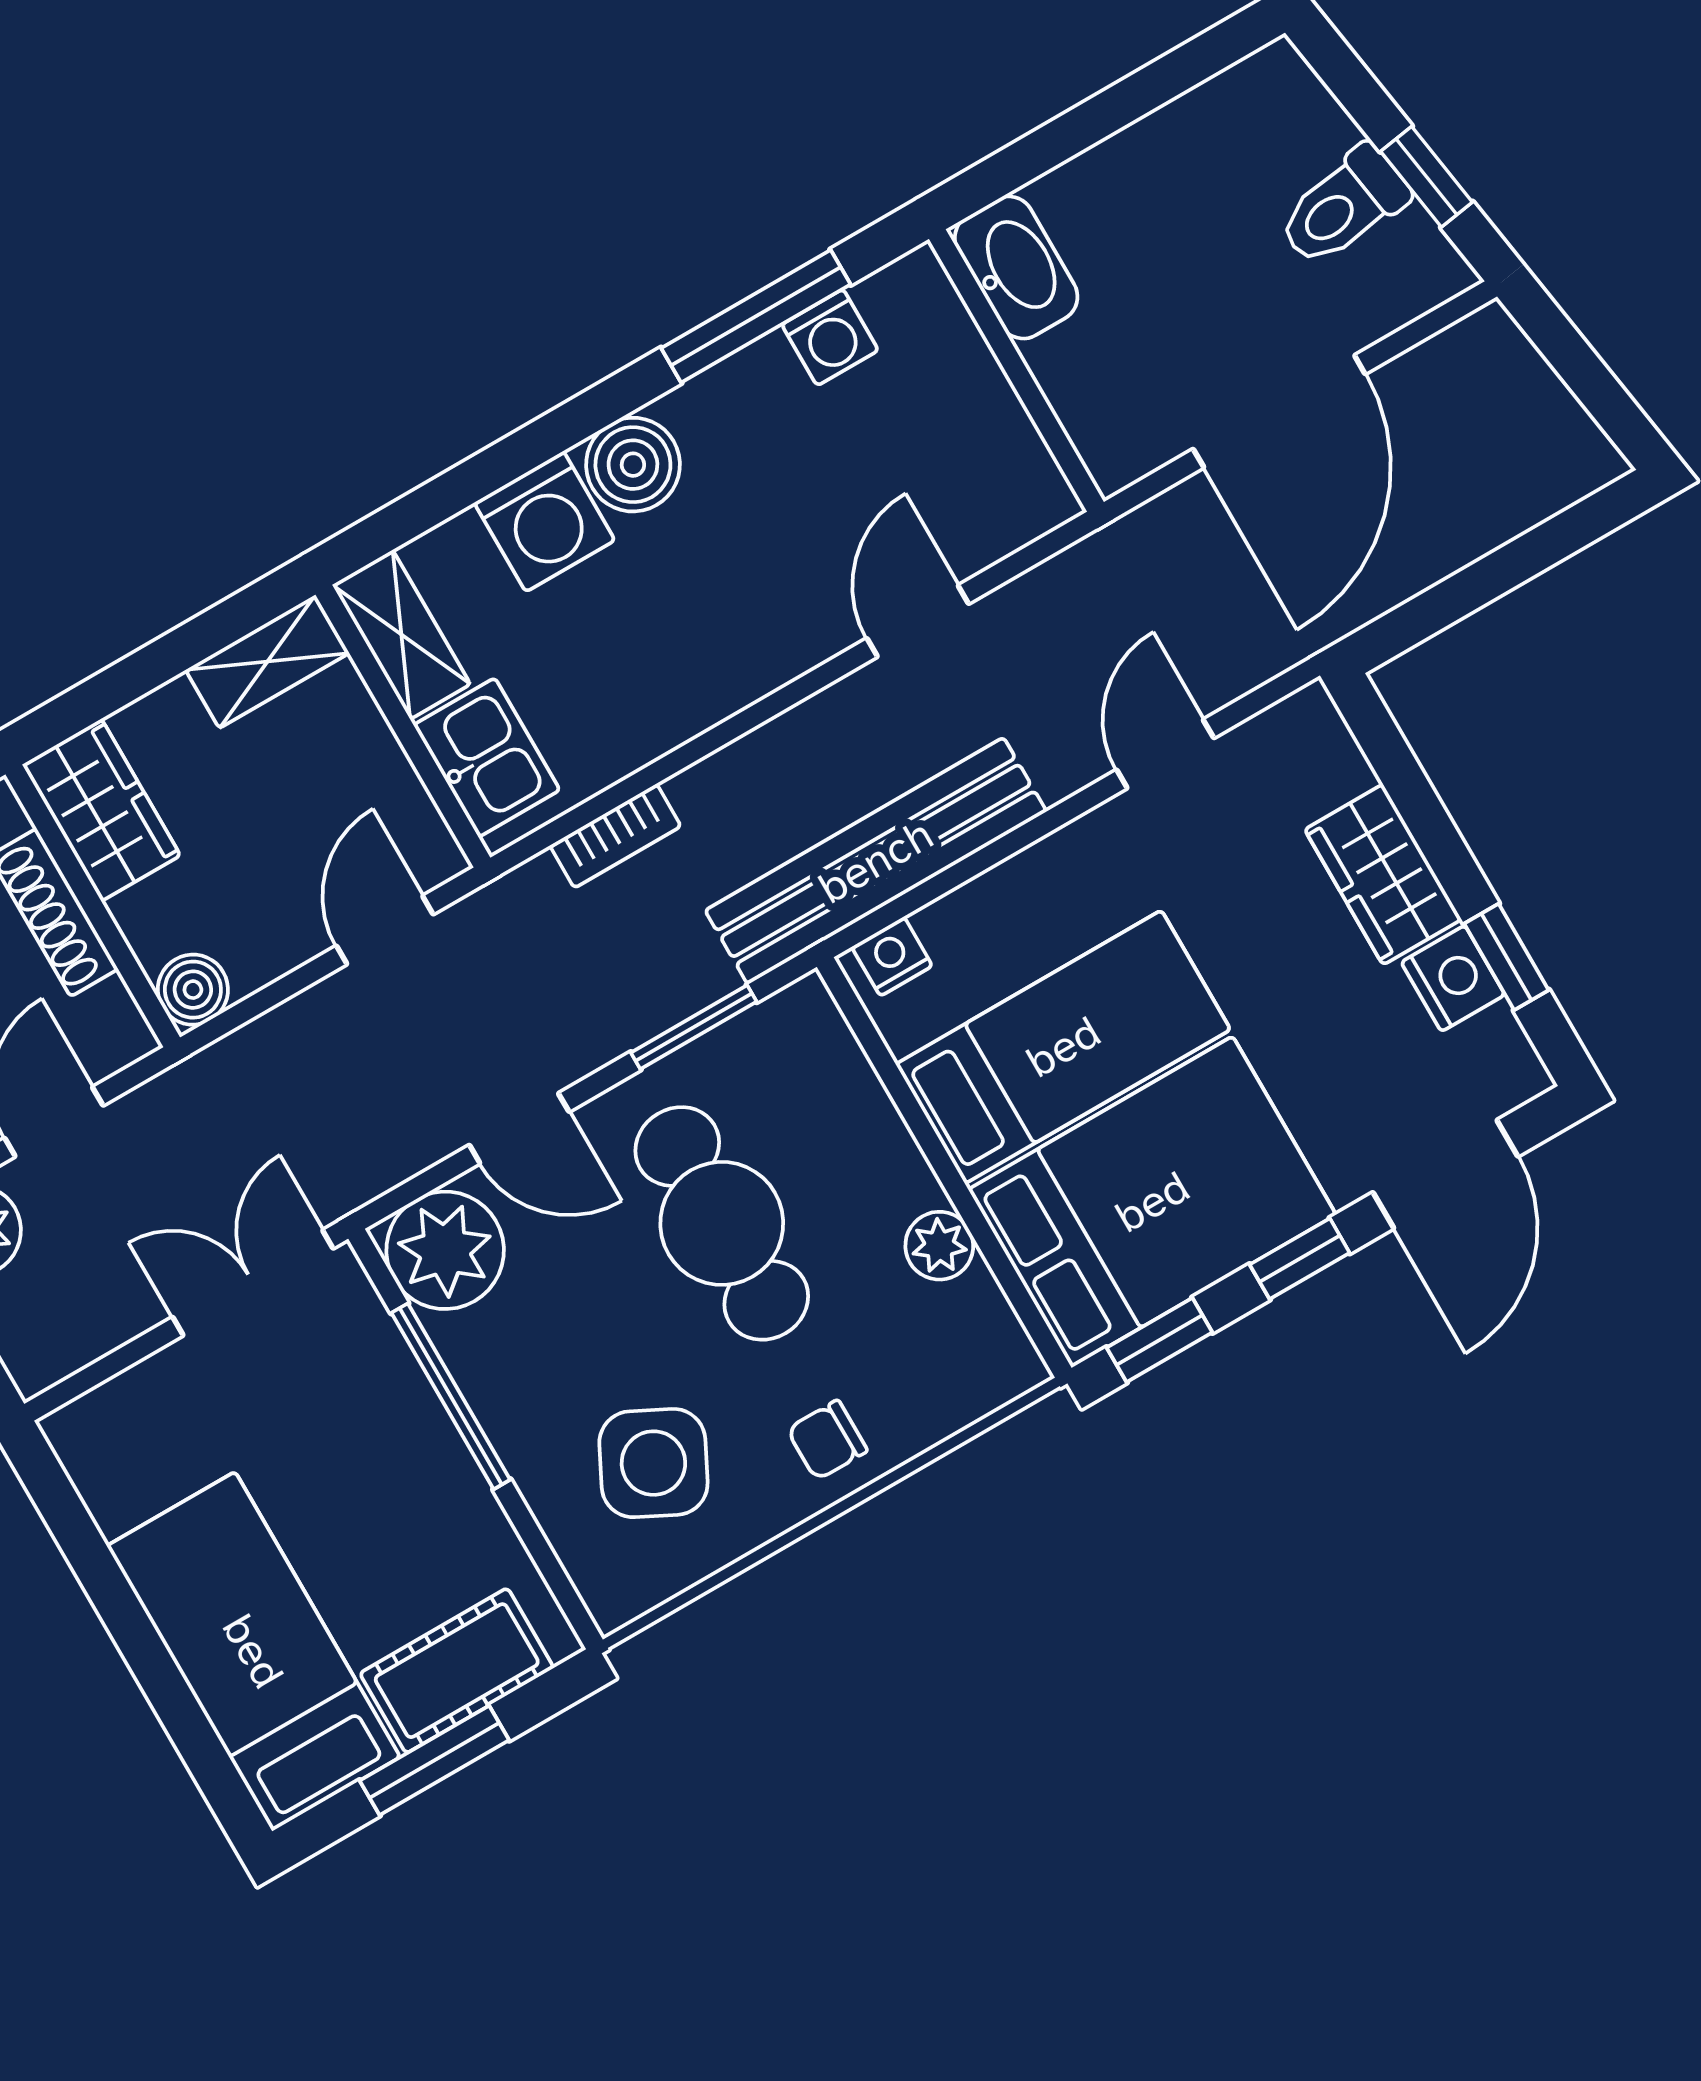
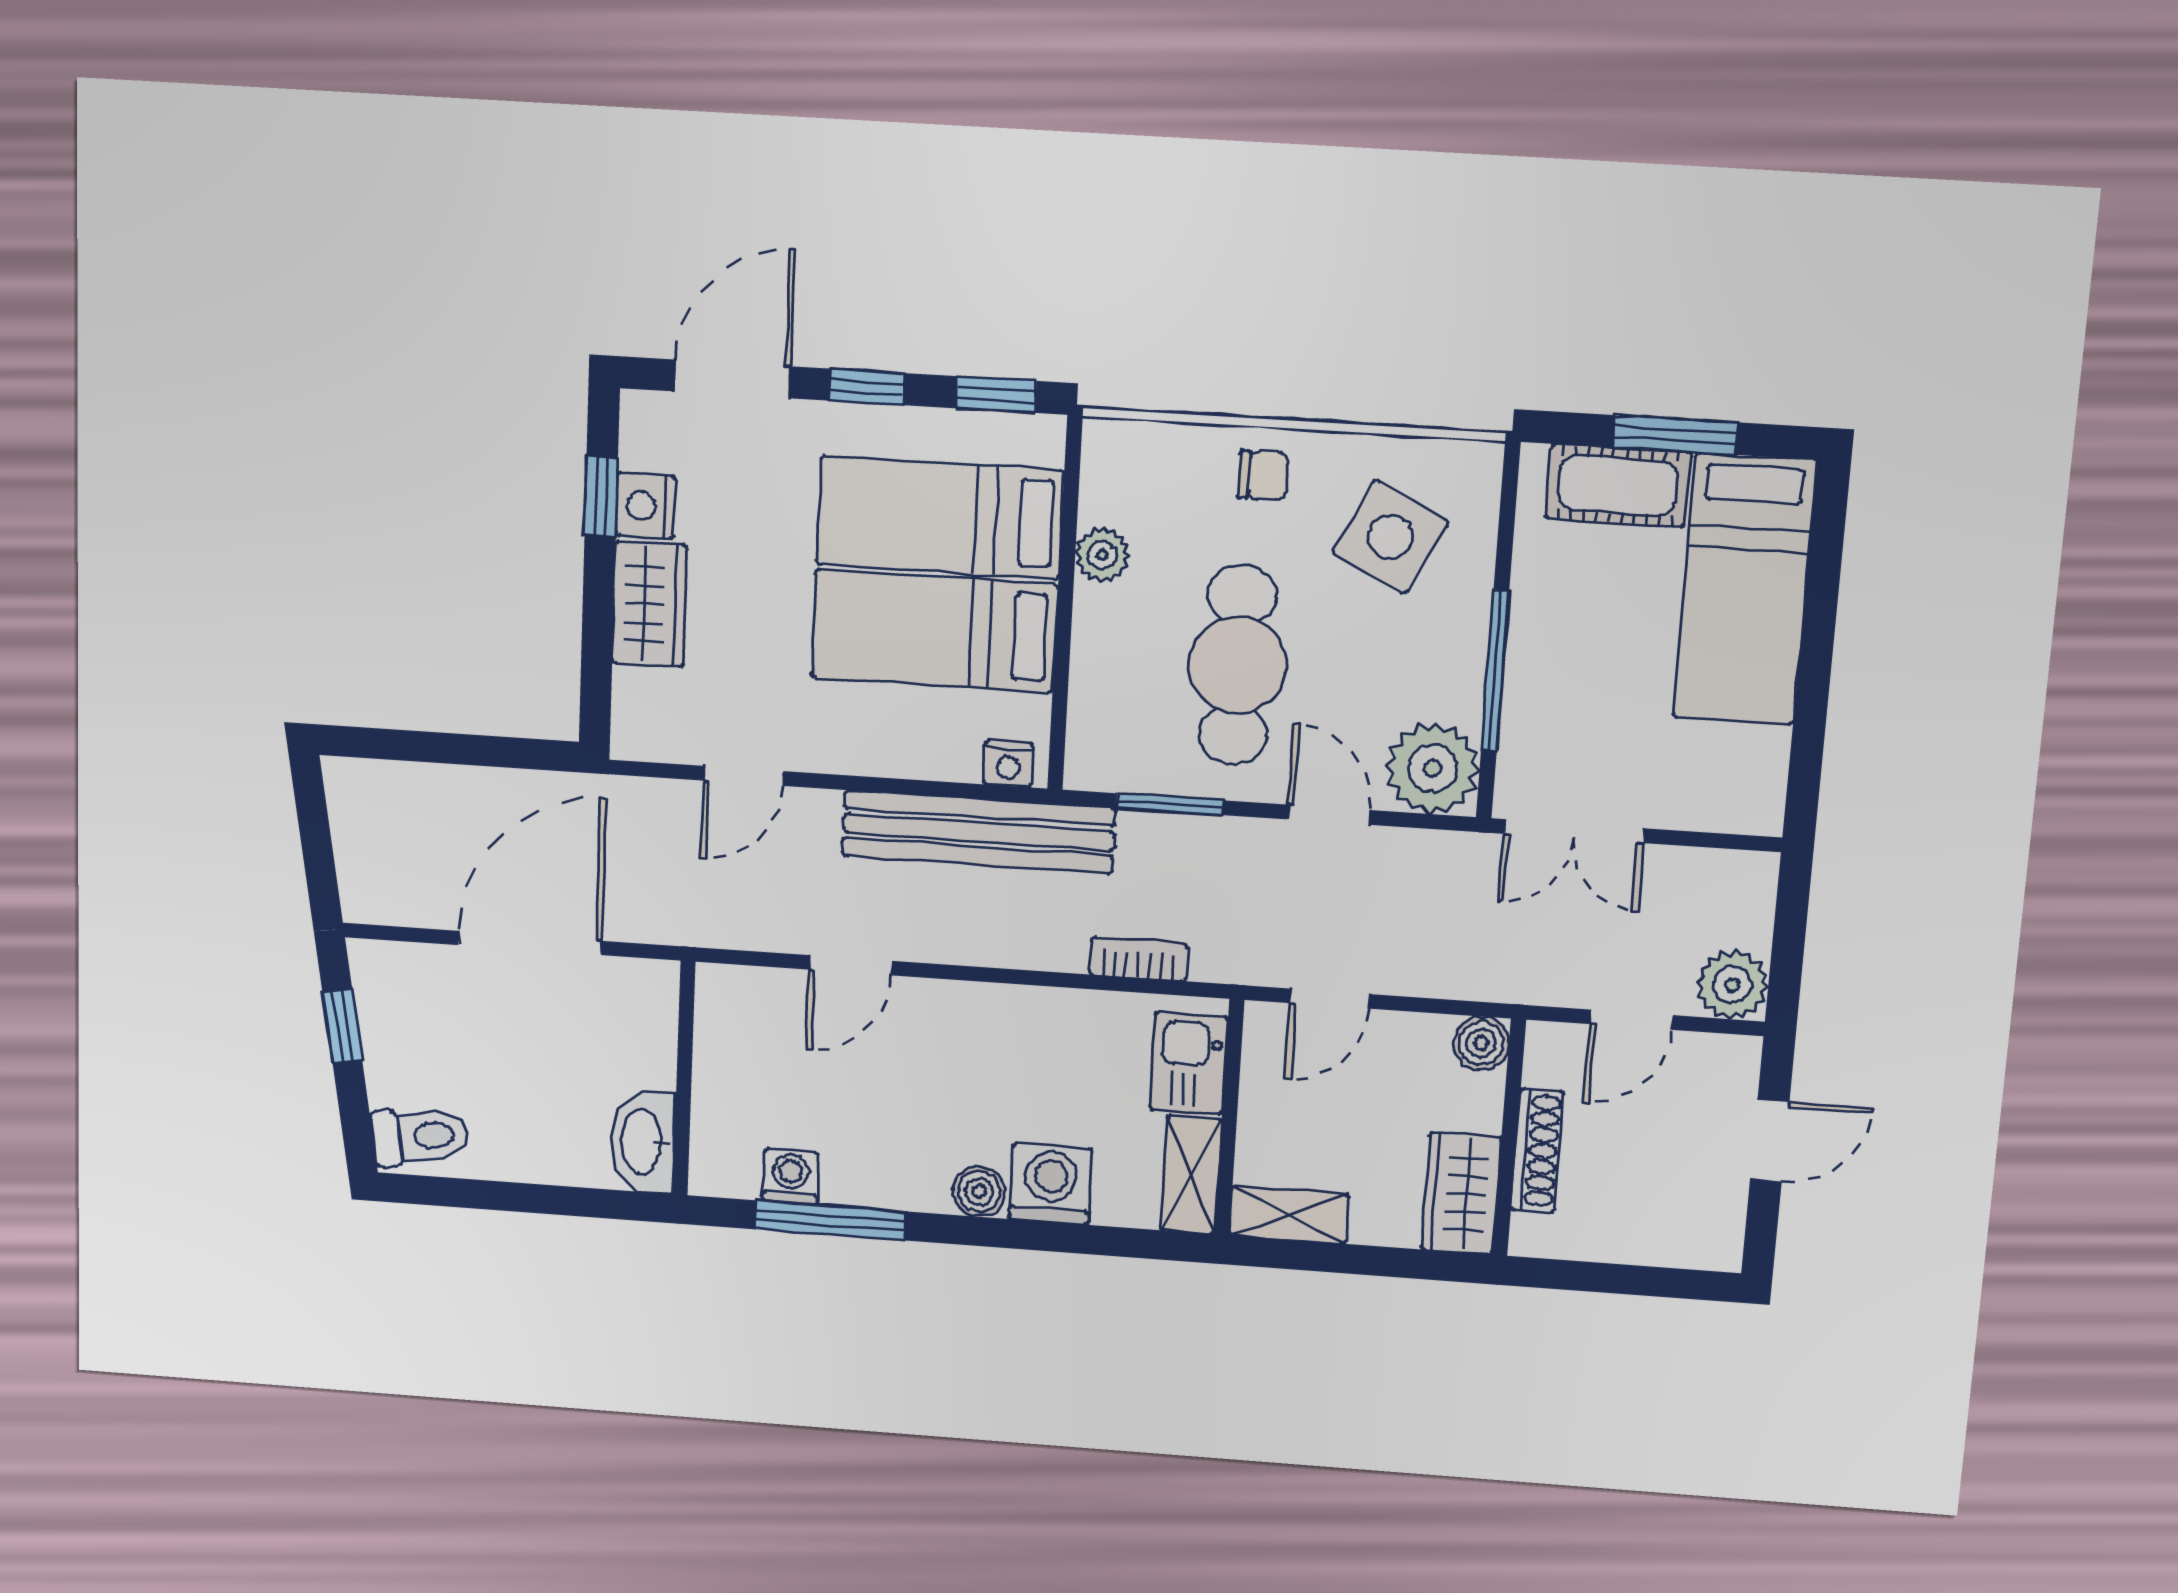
toilet: (1343, 206) -> (421, 1136), moved
boiler: (633, 465) -> (979, 1191), width x0.73, depth x0.73
bed: (1152, 1202) -> (940, 517), width x0.67

